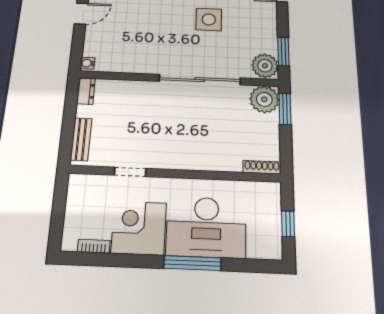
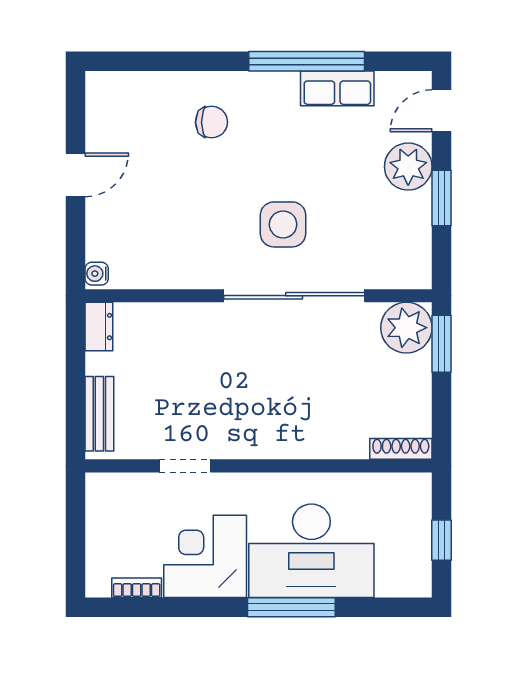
side table: (209, 19) -> (283, 224), moved
window: (283, 52) -> (442, 198), moved
plant: (265, 66) -> (408, 167), moved

